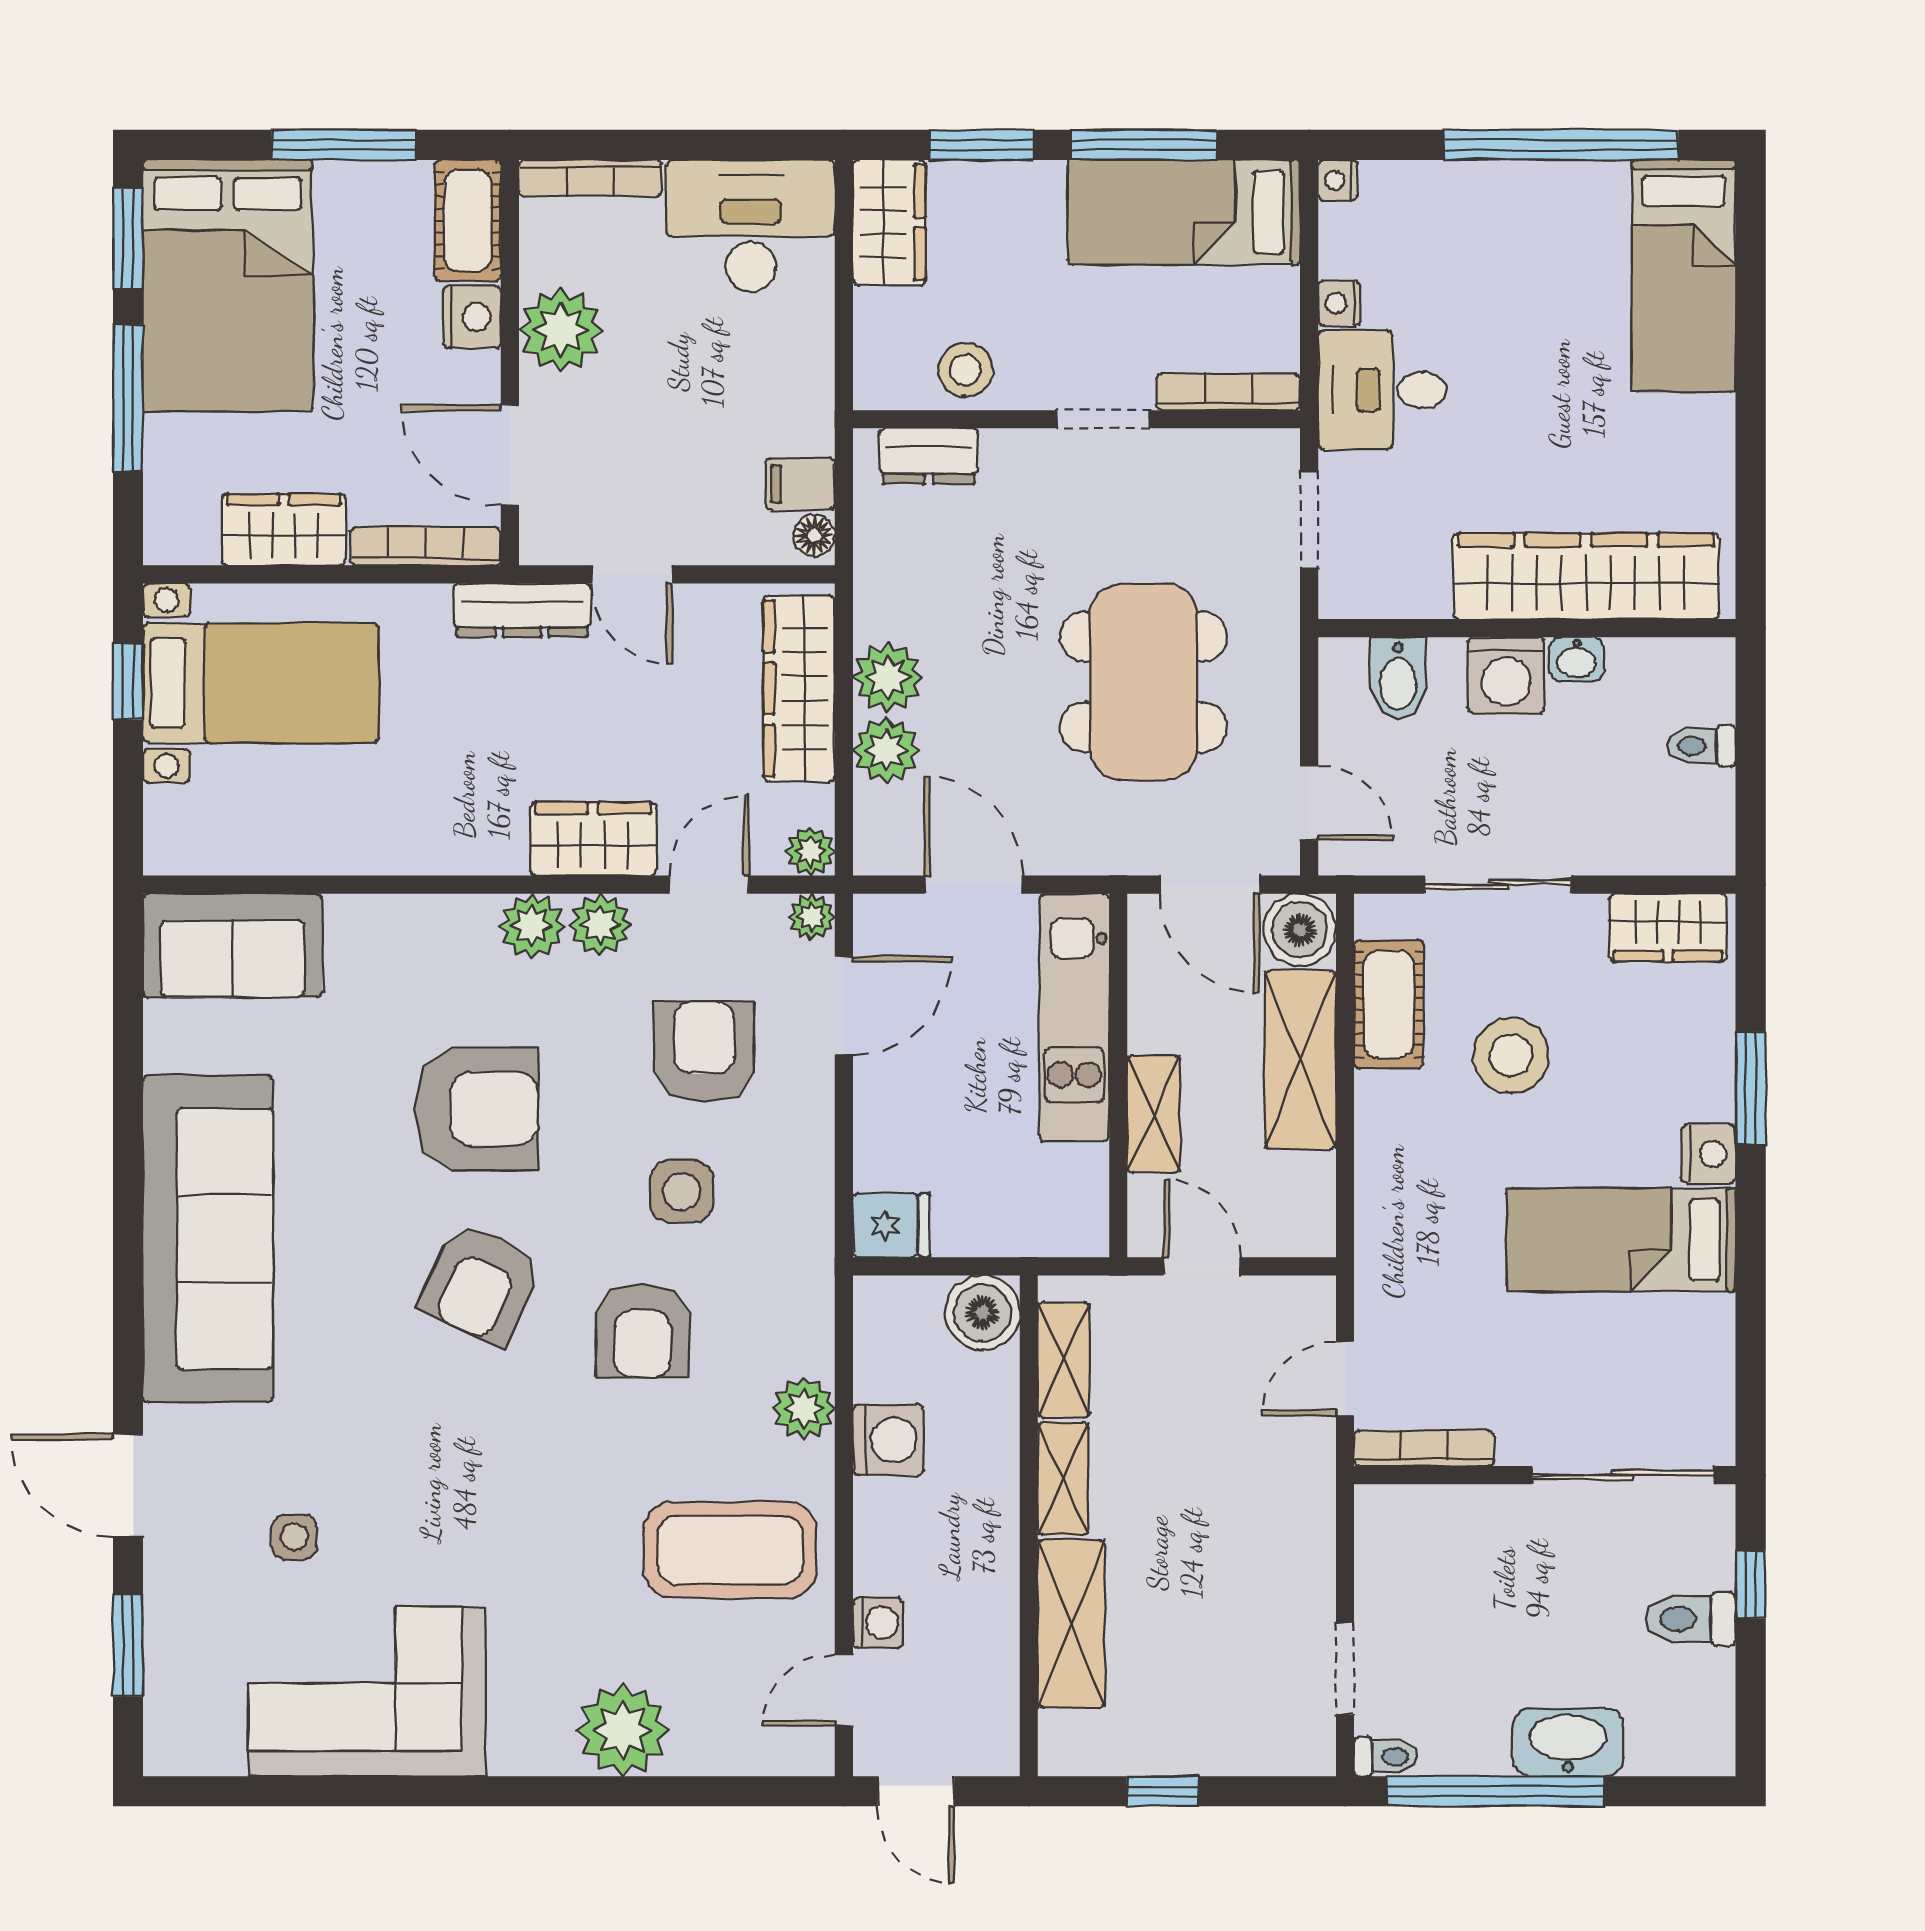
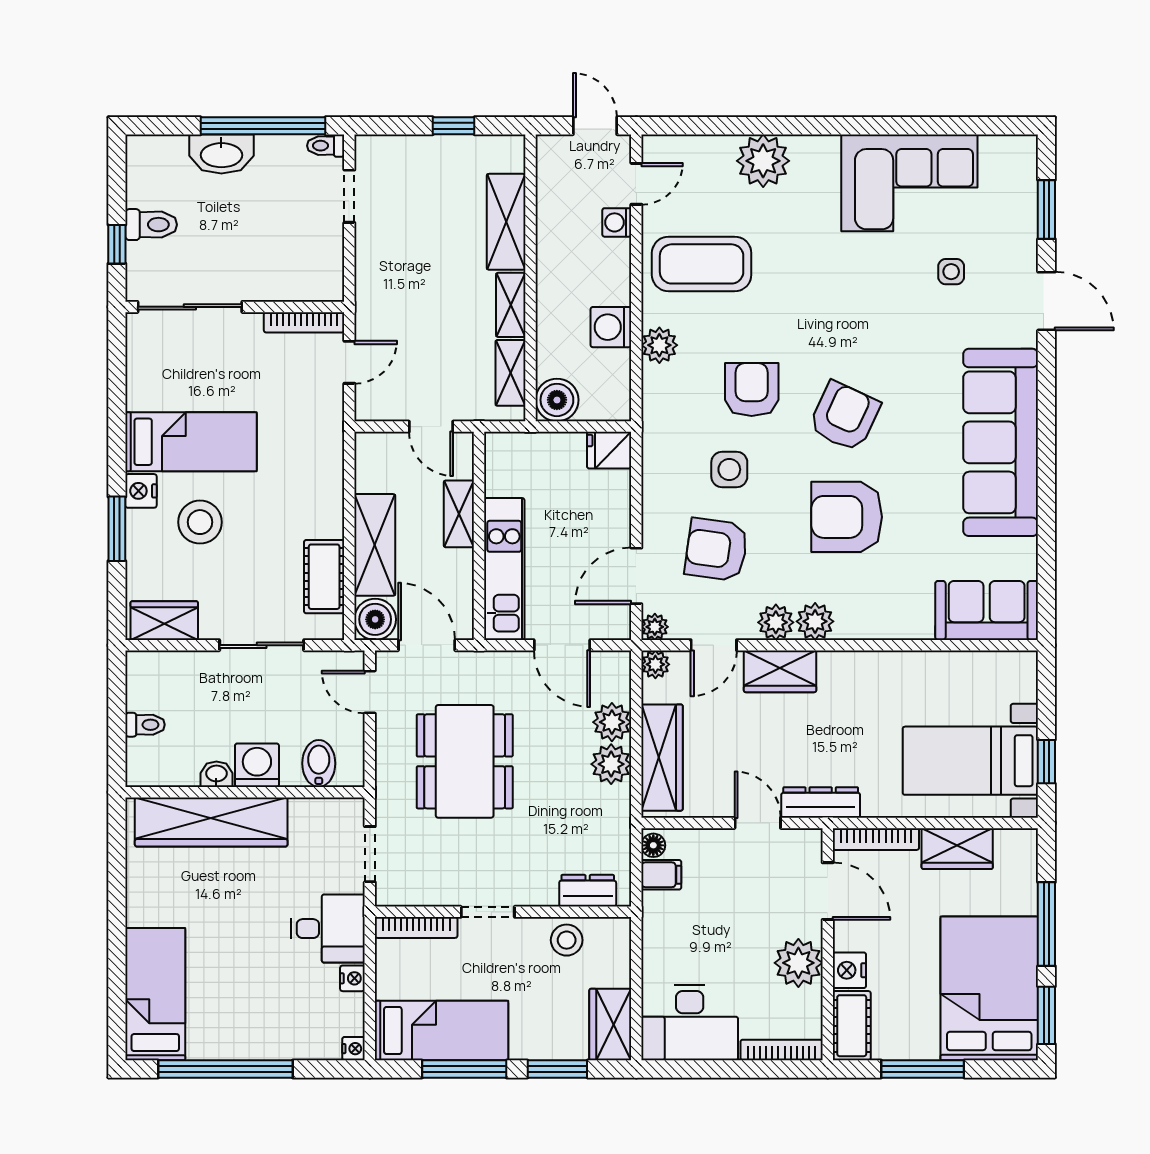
armchair: (704, 1052) -> (716, 550), turned 98
stool: (1511, 1056) -> (200, 522), moved

